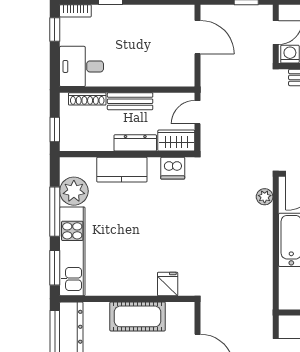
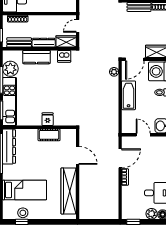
bench: (130, 101) -> (19, 42), moved
fridge: (168, 284) -> (48, 119), moved
cot: (138, 316) -> (49, 135), width x0.73, depth x0.75

